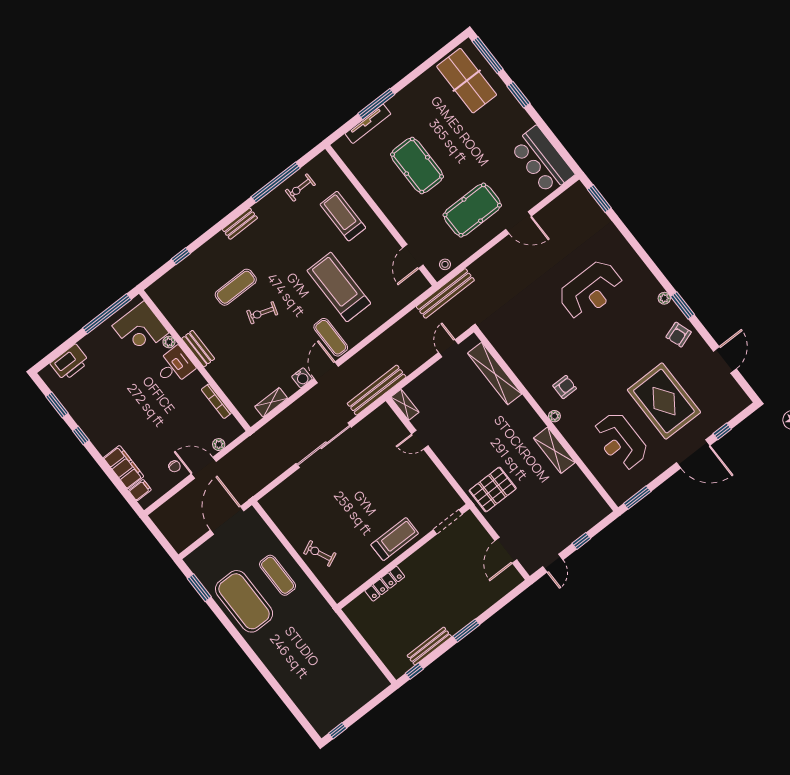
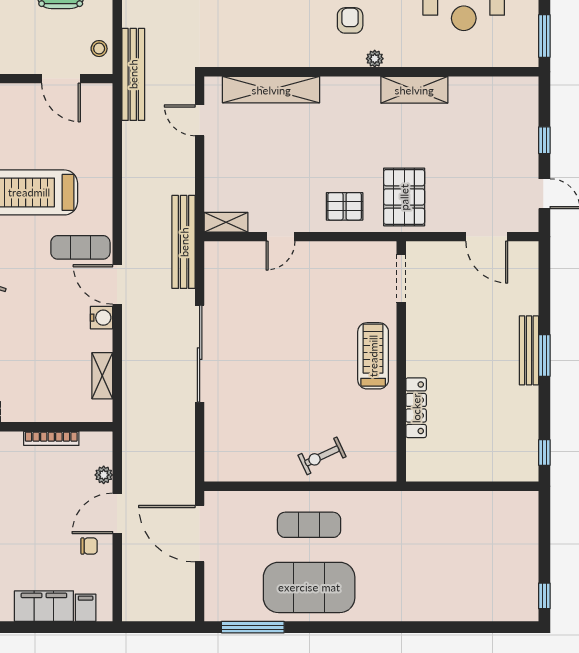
pallet: (463, 462) -> (345, 206), added
window: (199, 588) -> (253, 627), width x1.44
bench: (429, 646) -> (529, 350), moved

